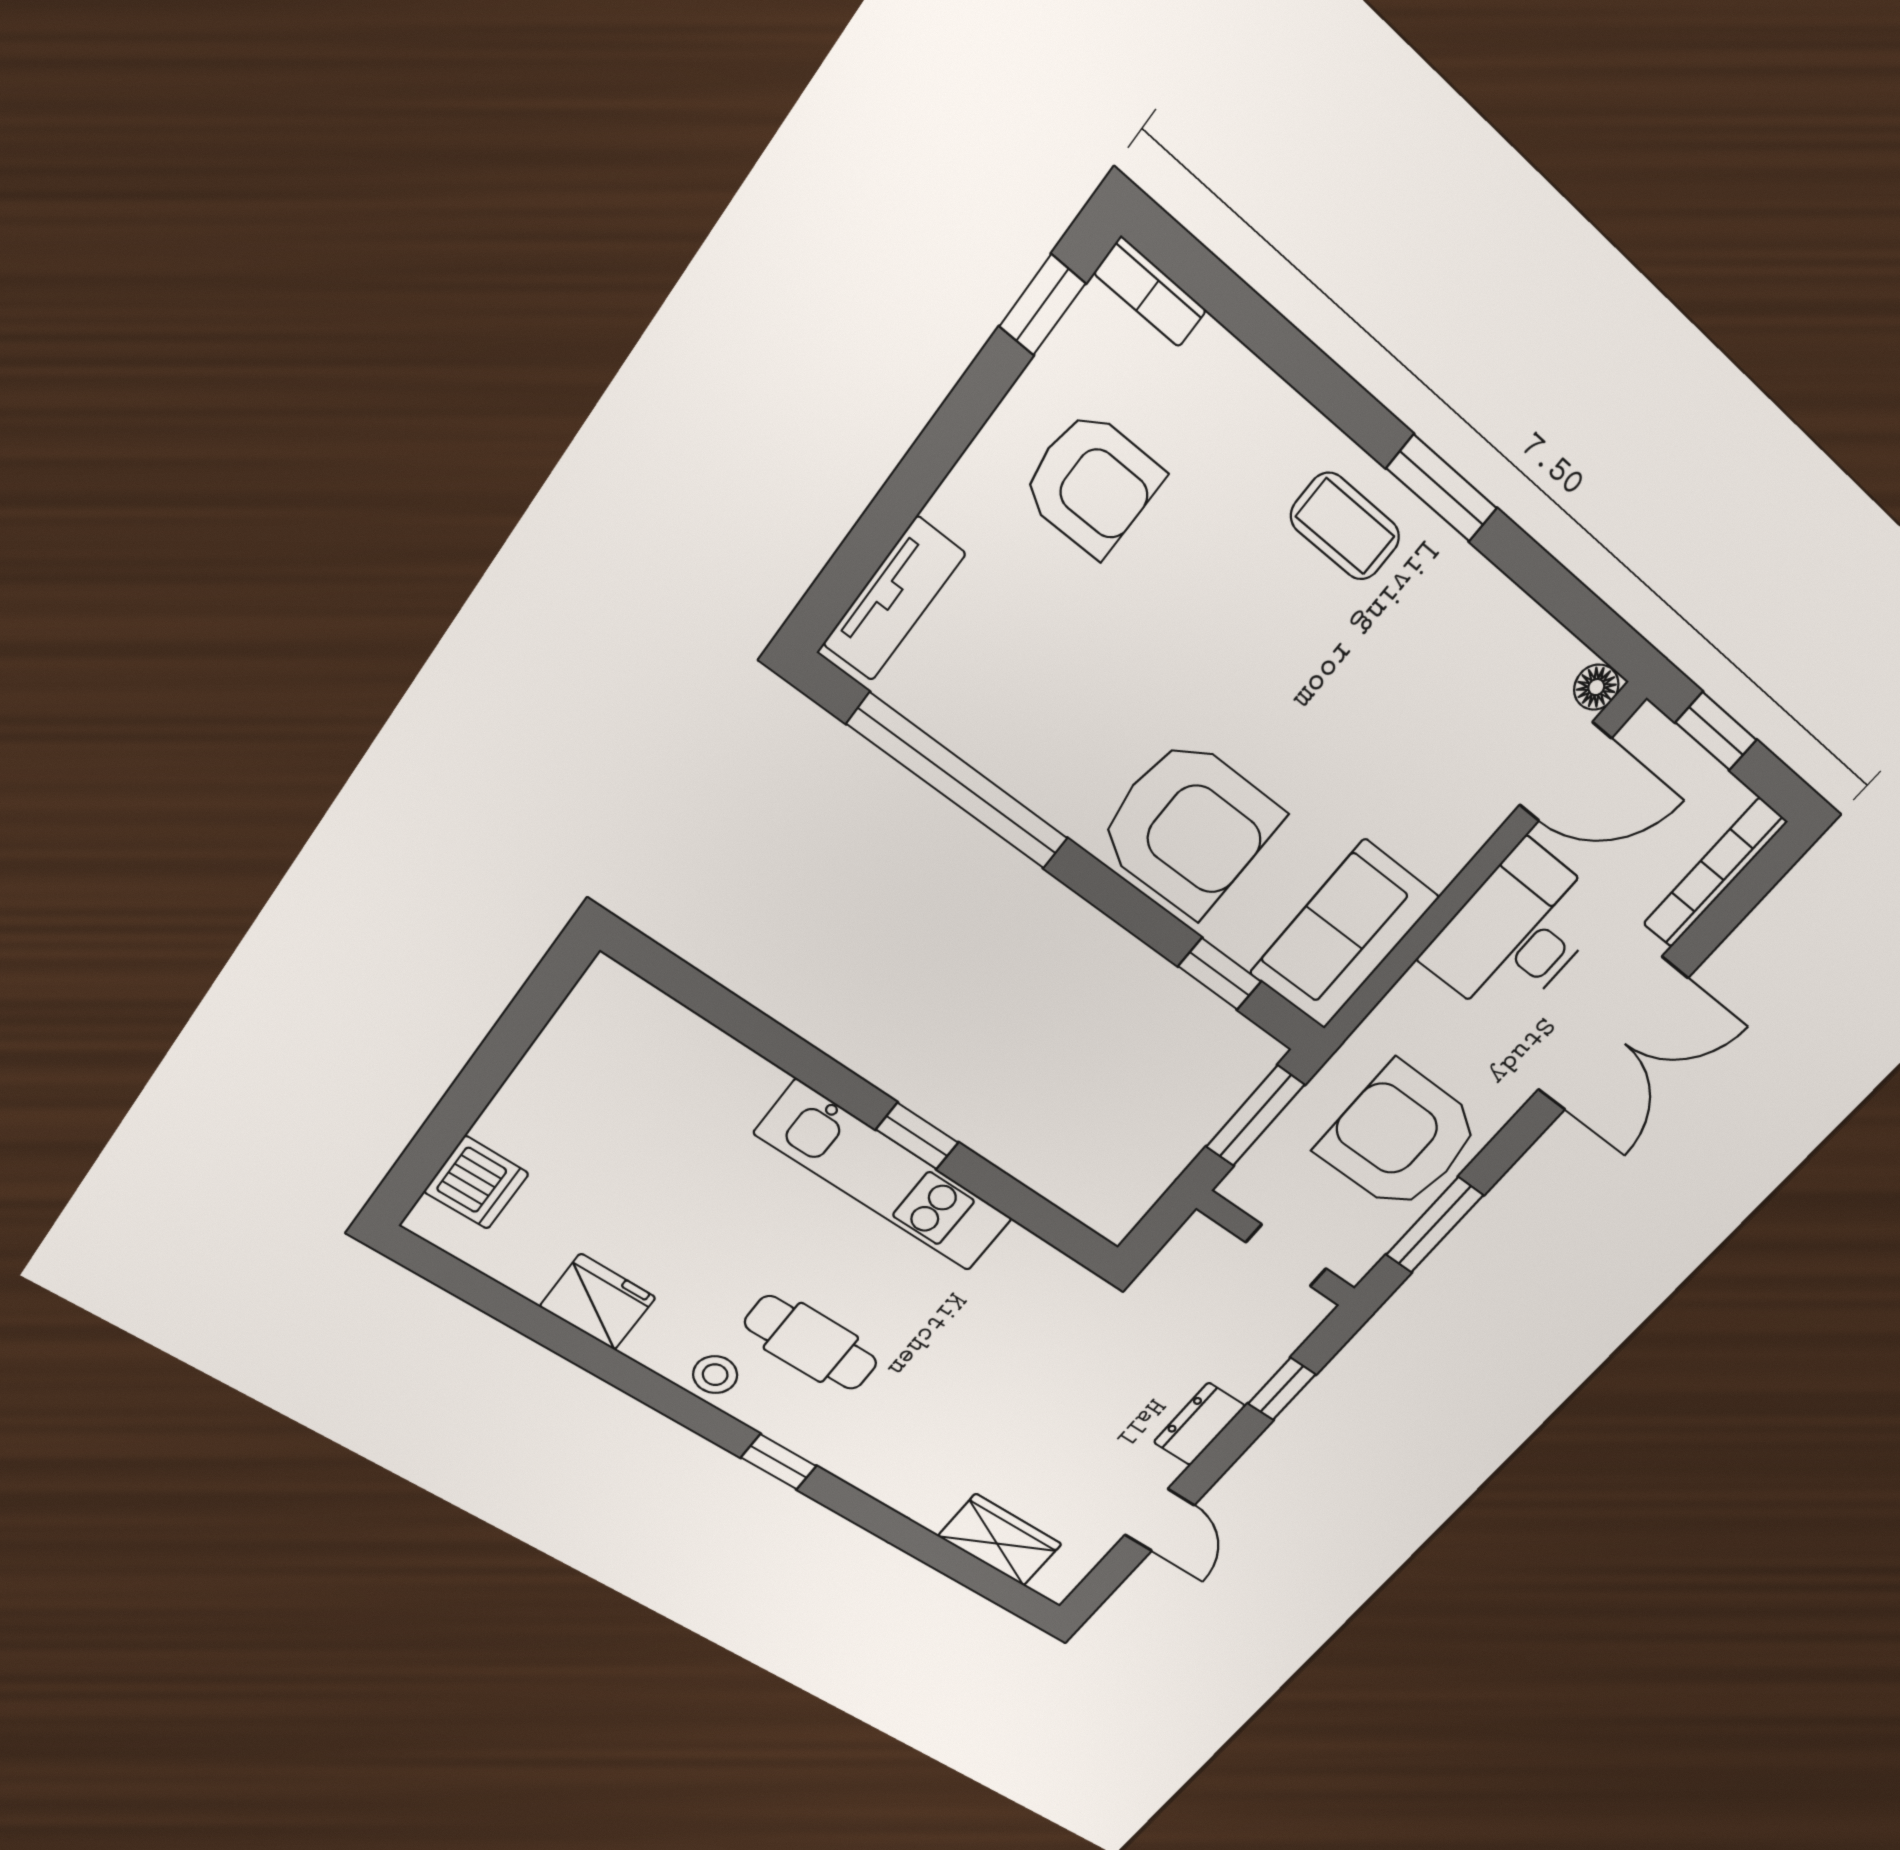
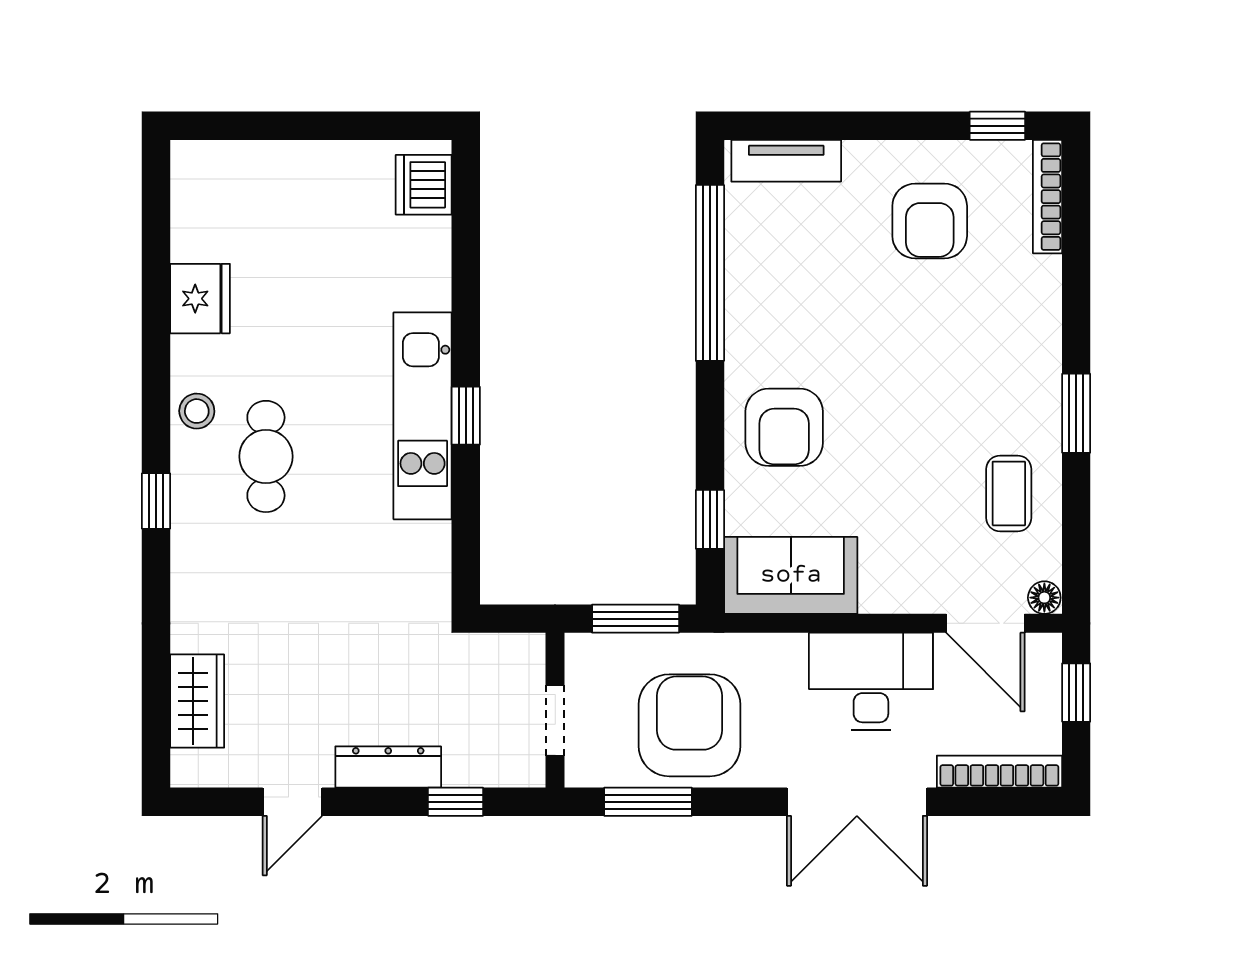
bookcase: (1150, 292) -> (1047, 197), width x1.56
coffee table: (1345, 526) -> (1009, 493), moved
armchair: (1189, 828) -> (784, 427), width x0.73, depth x0.73
dishwasher: (476, 1183) -> (424, 185), moved, turned 90
dresser: (1199, 1424) -> (388, 767), width x1.44

